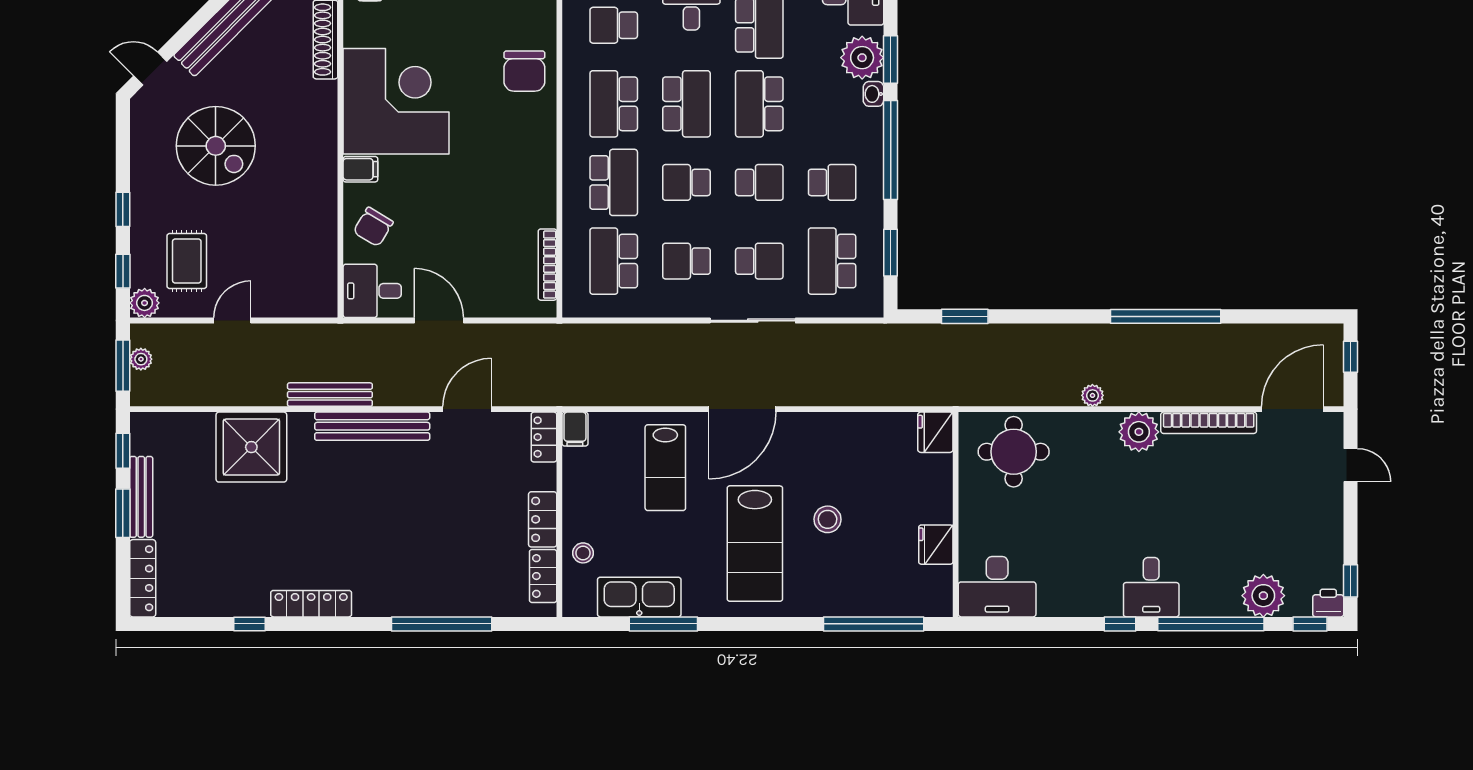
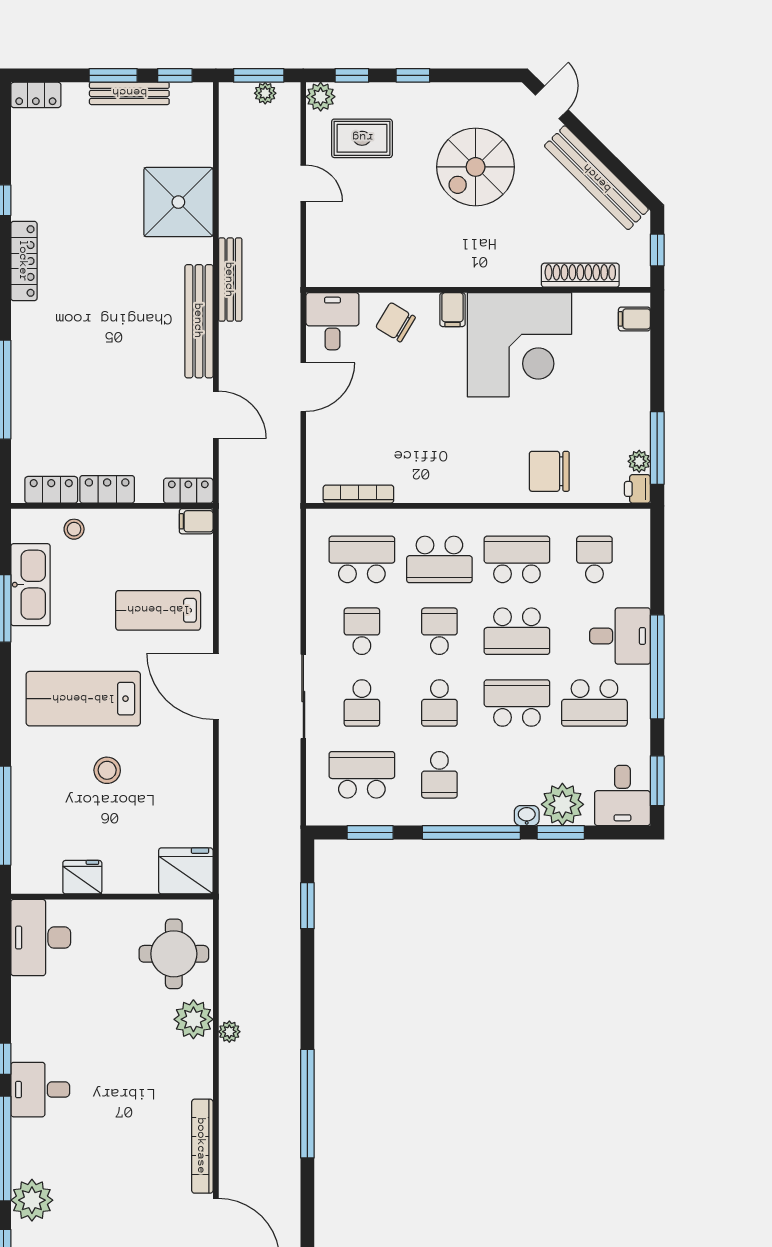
fridge: (935, 432) -> (186, 871), width x1.36, depth x1.34
plant: (1139, 432) -> (193, 1019), moved
locker: (143, 578) -> (36, 95), width x0.66

